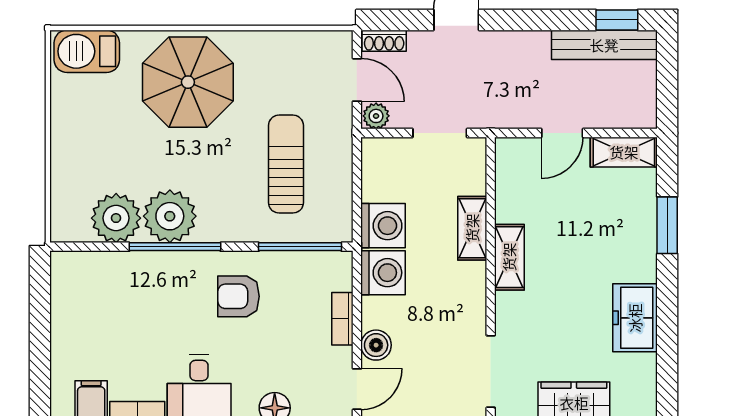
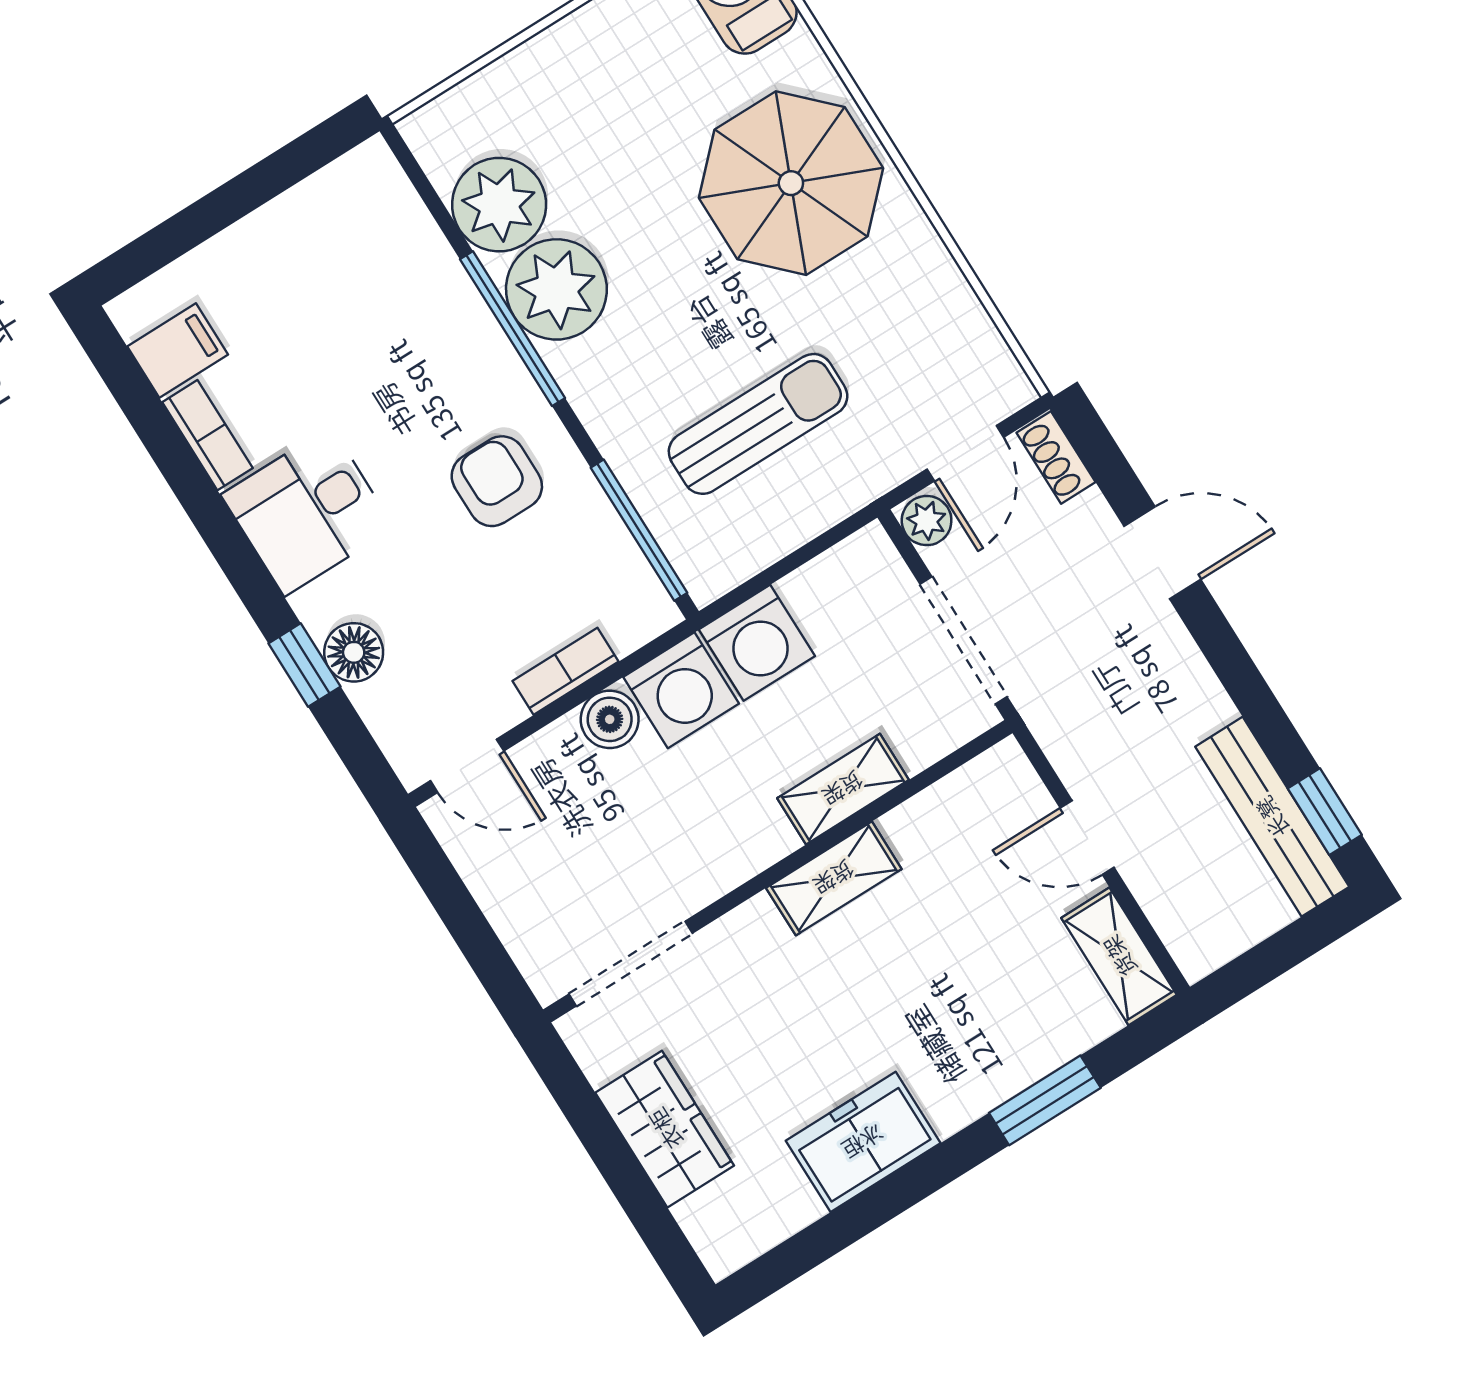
doorway: (440, 133) -> (964, 640), width x1.38
boiler: (376, 345) -> (610, 719), moved

